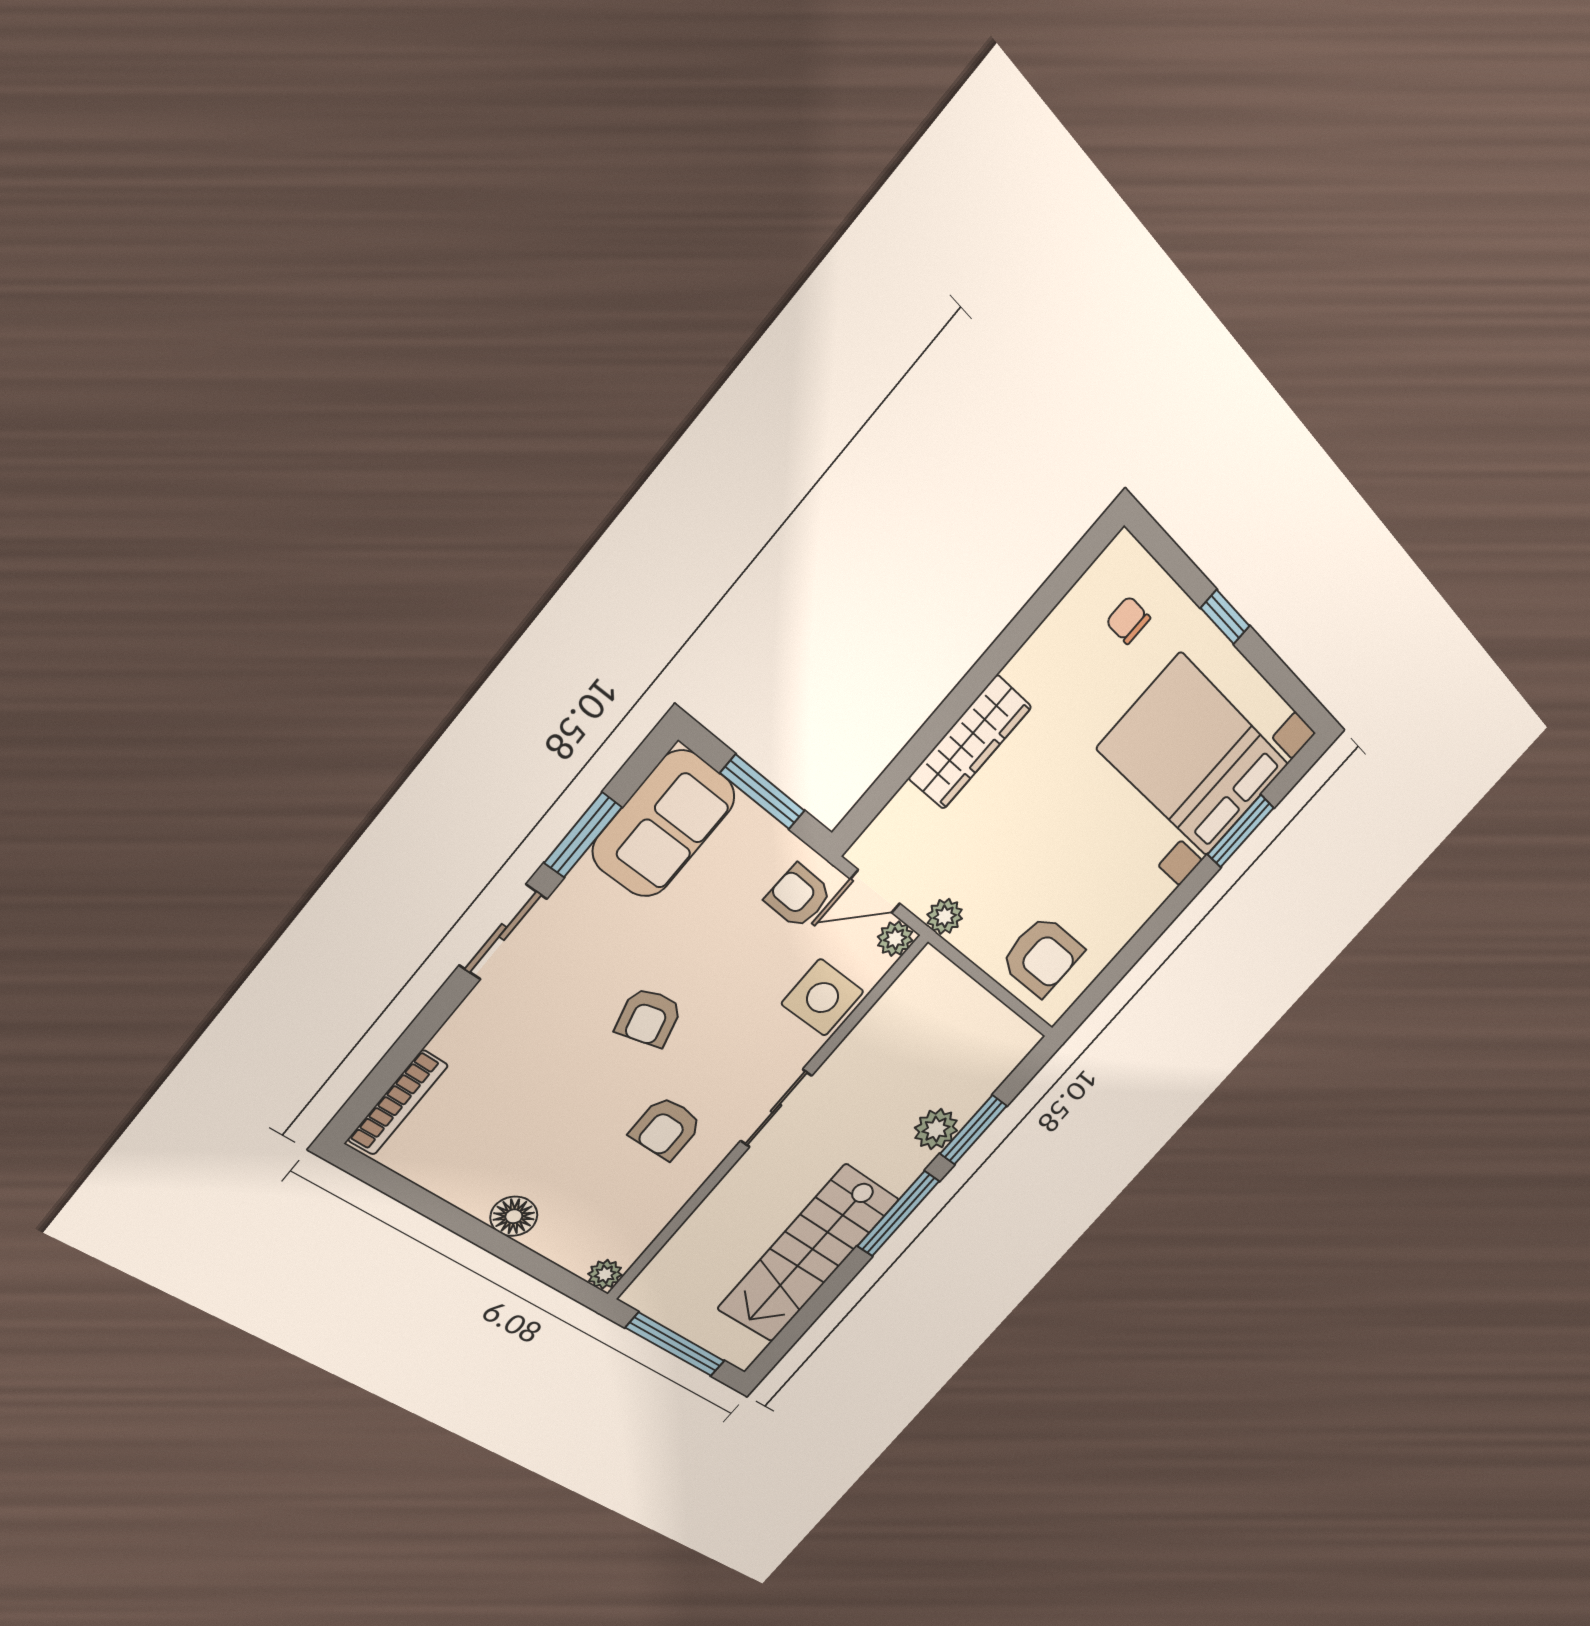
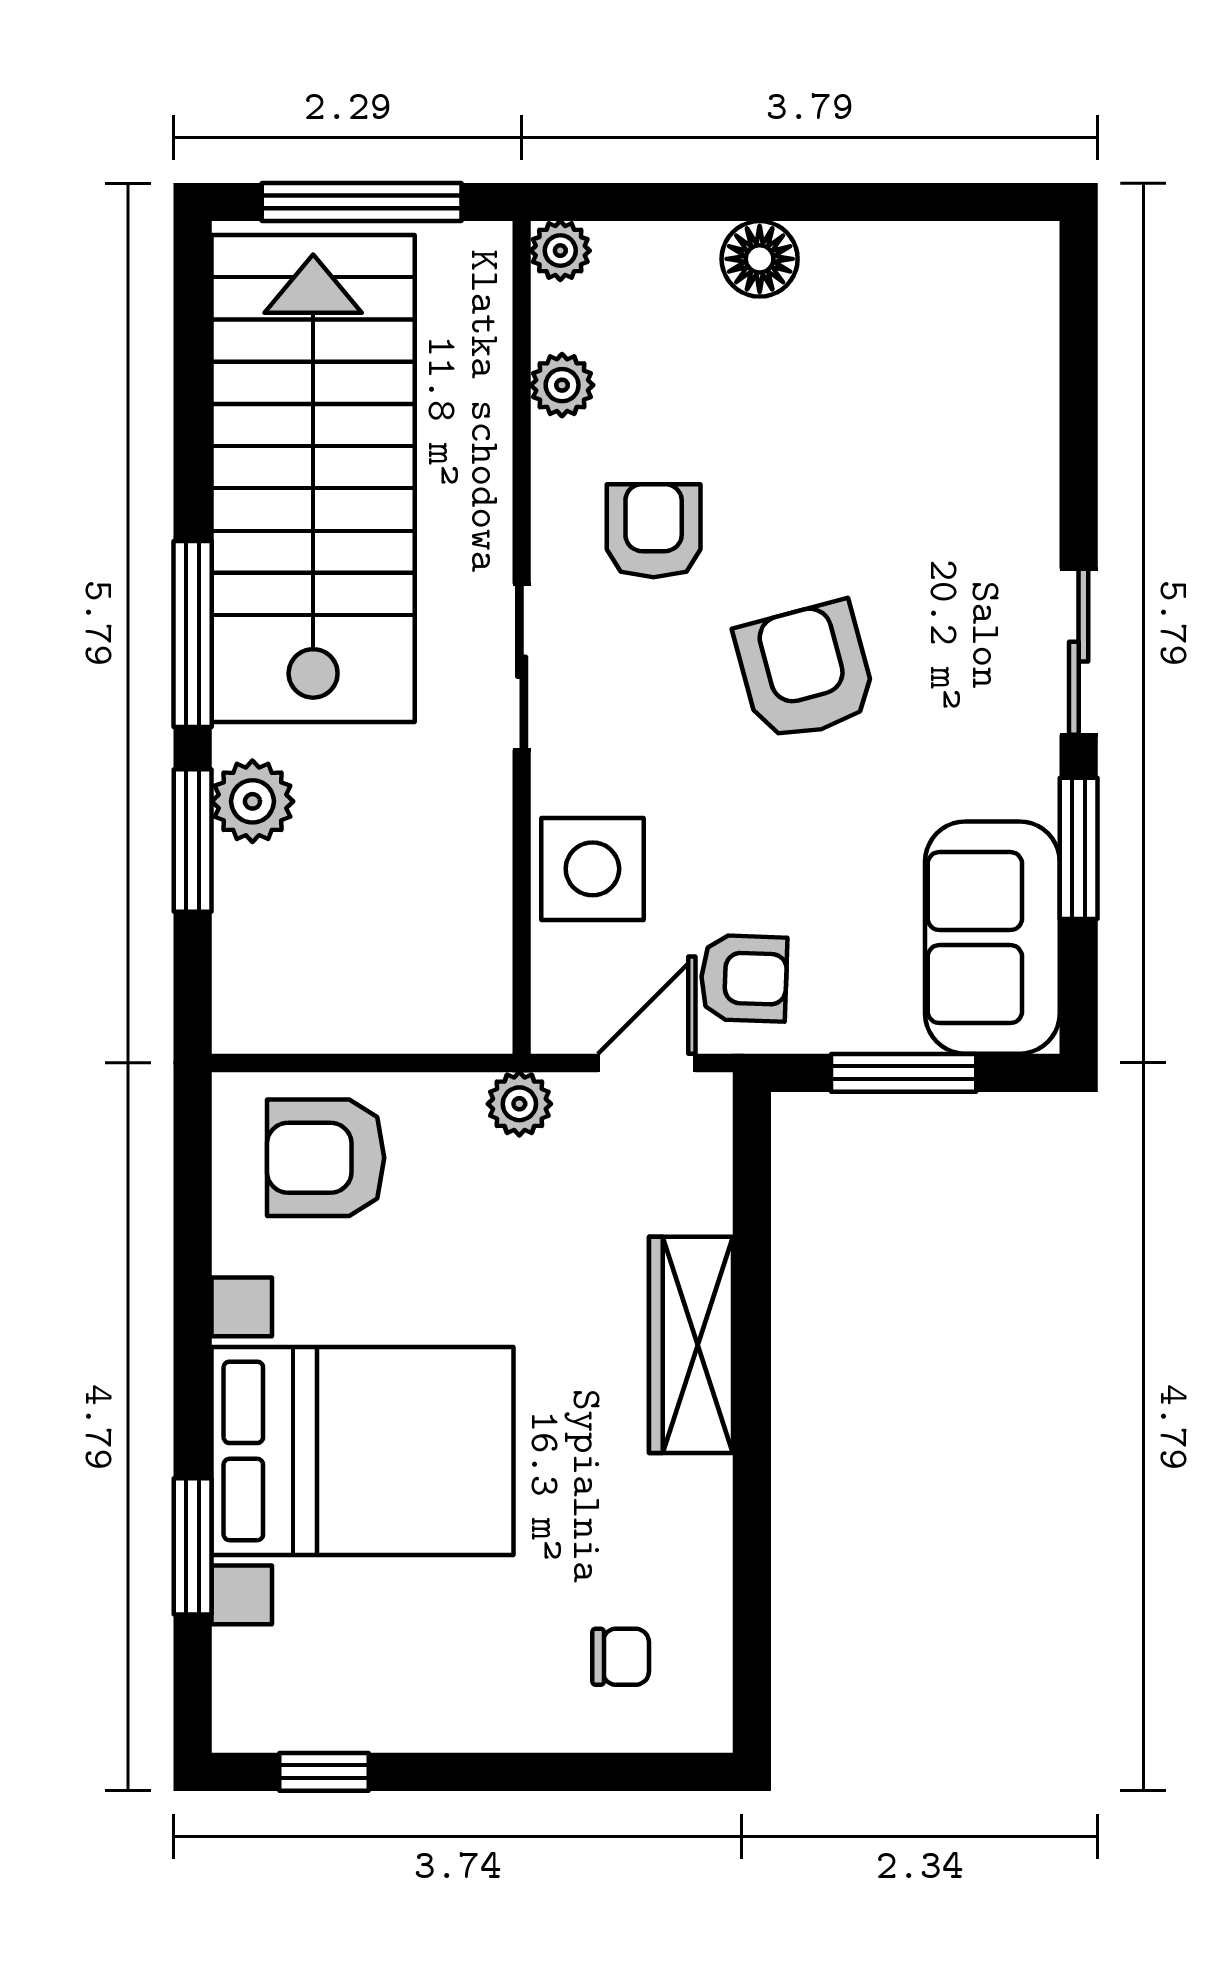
window: (1225, 617) -> (324, 1772), moved
bed with nightstands: (1194, 756) -> (362, 1451), moved
plant: (895, 939) -> (562, 385), moved
armchair: (649, 1017) -> (805, 671), width x1.38, depth x1.38
bookcase: (398, 1103) -> (1035, 326), removed
stairs: (808, 1254) -> (313, 479), width x1.36, depth x1.51

